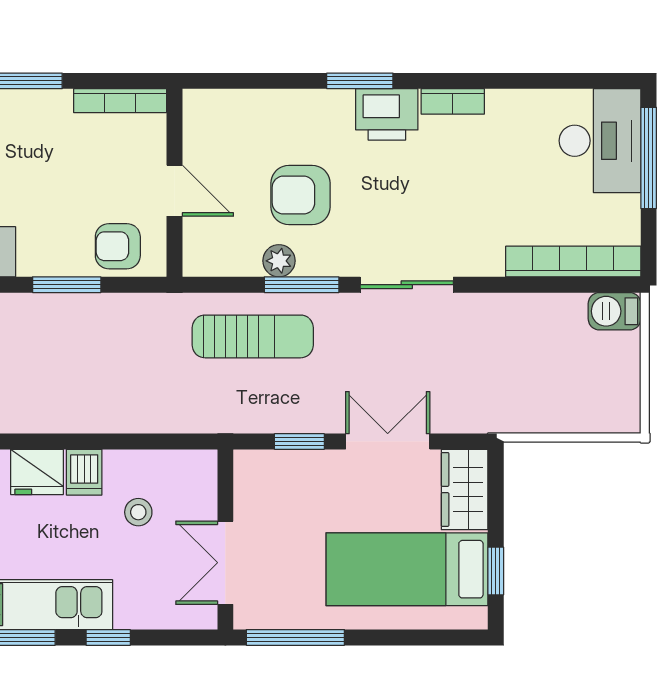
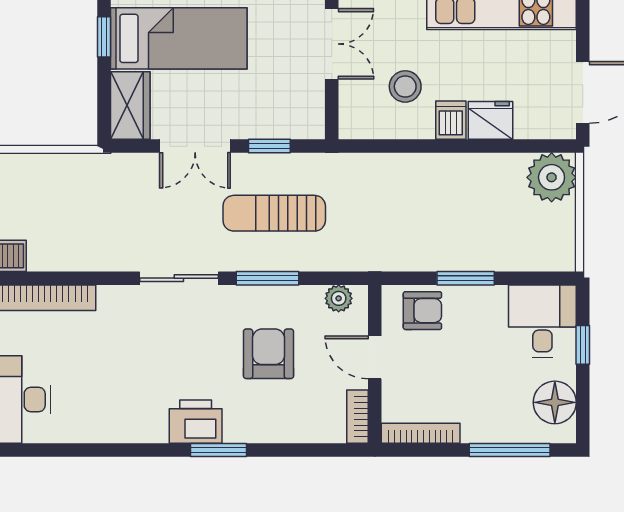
bookcase: (453, 101) -> (357, 417), moved, turned -90
armchair: (301, 195) -> (268, 354), turned -90
plant: (279, 261) -> (339, 298), moved
sun lounger: (253, 336) -> (274, 213), moved
stool: (138, 512) -> (405, 86), width x1.37, depth x1.37

